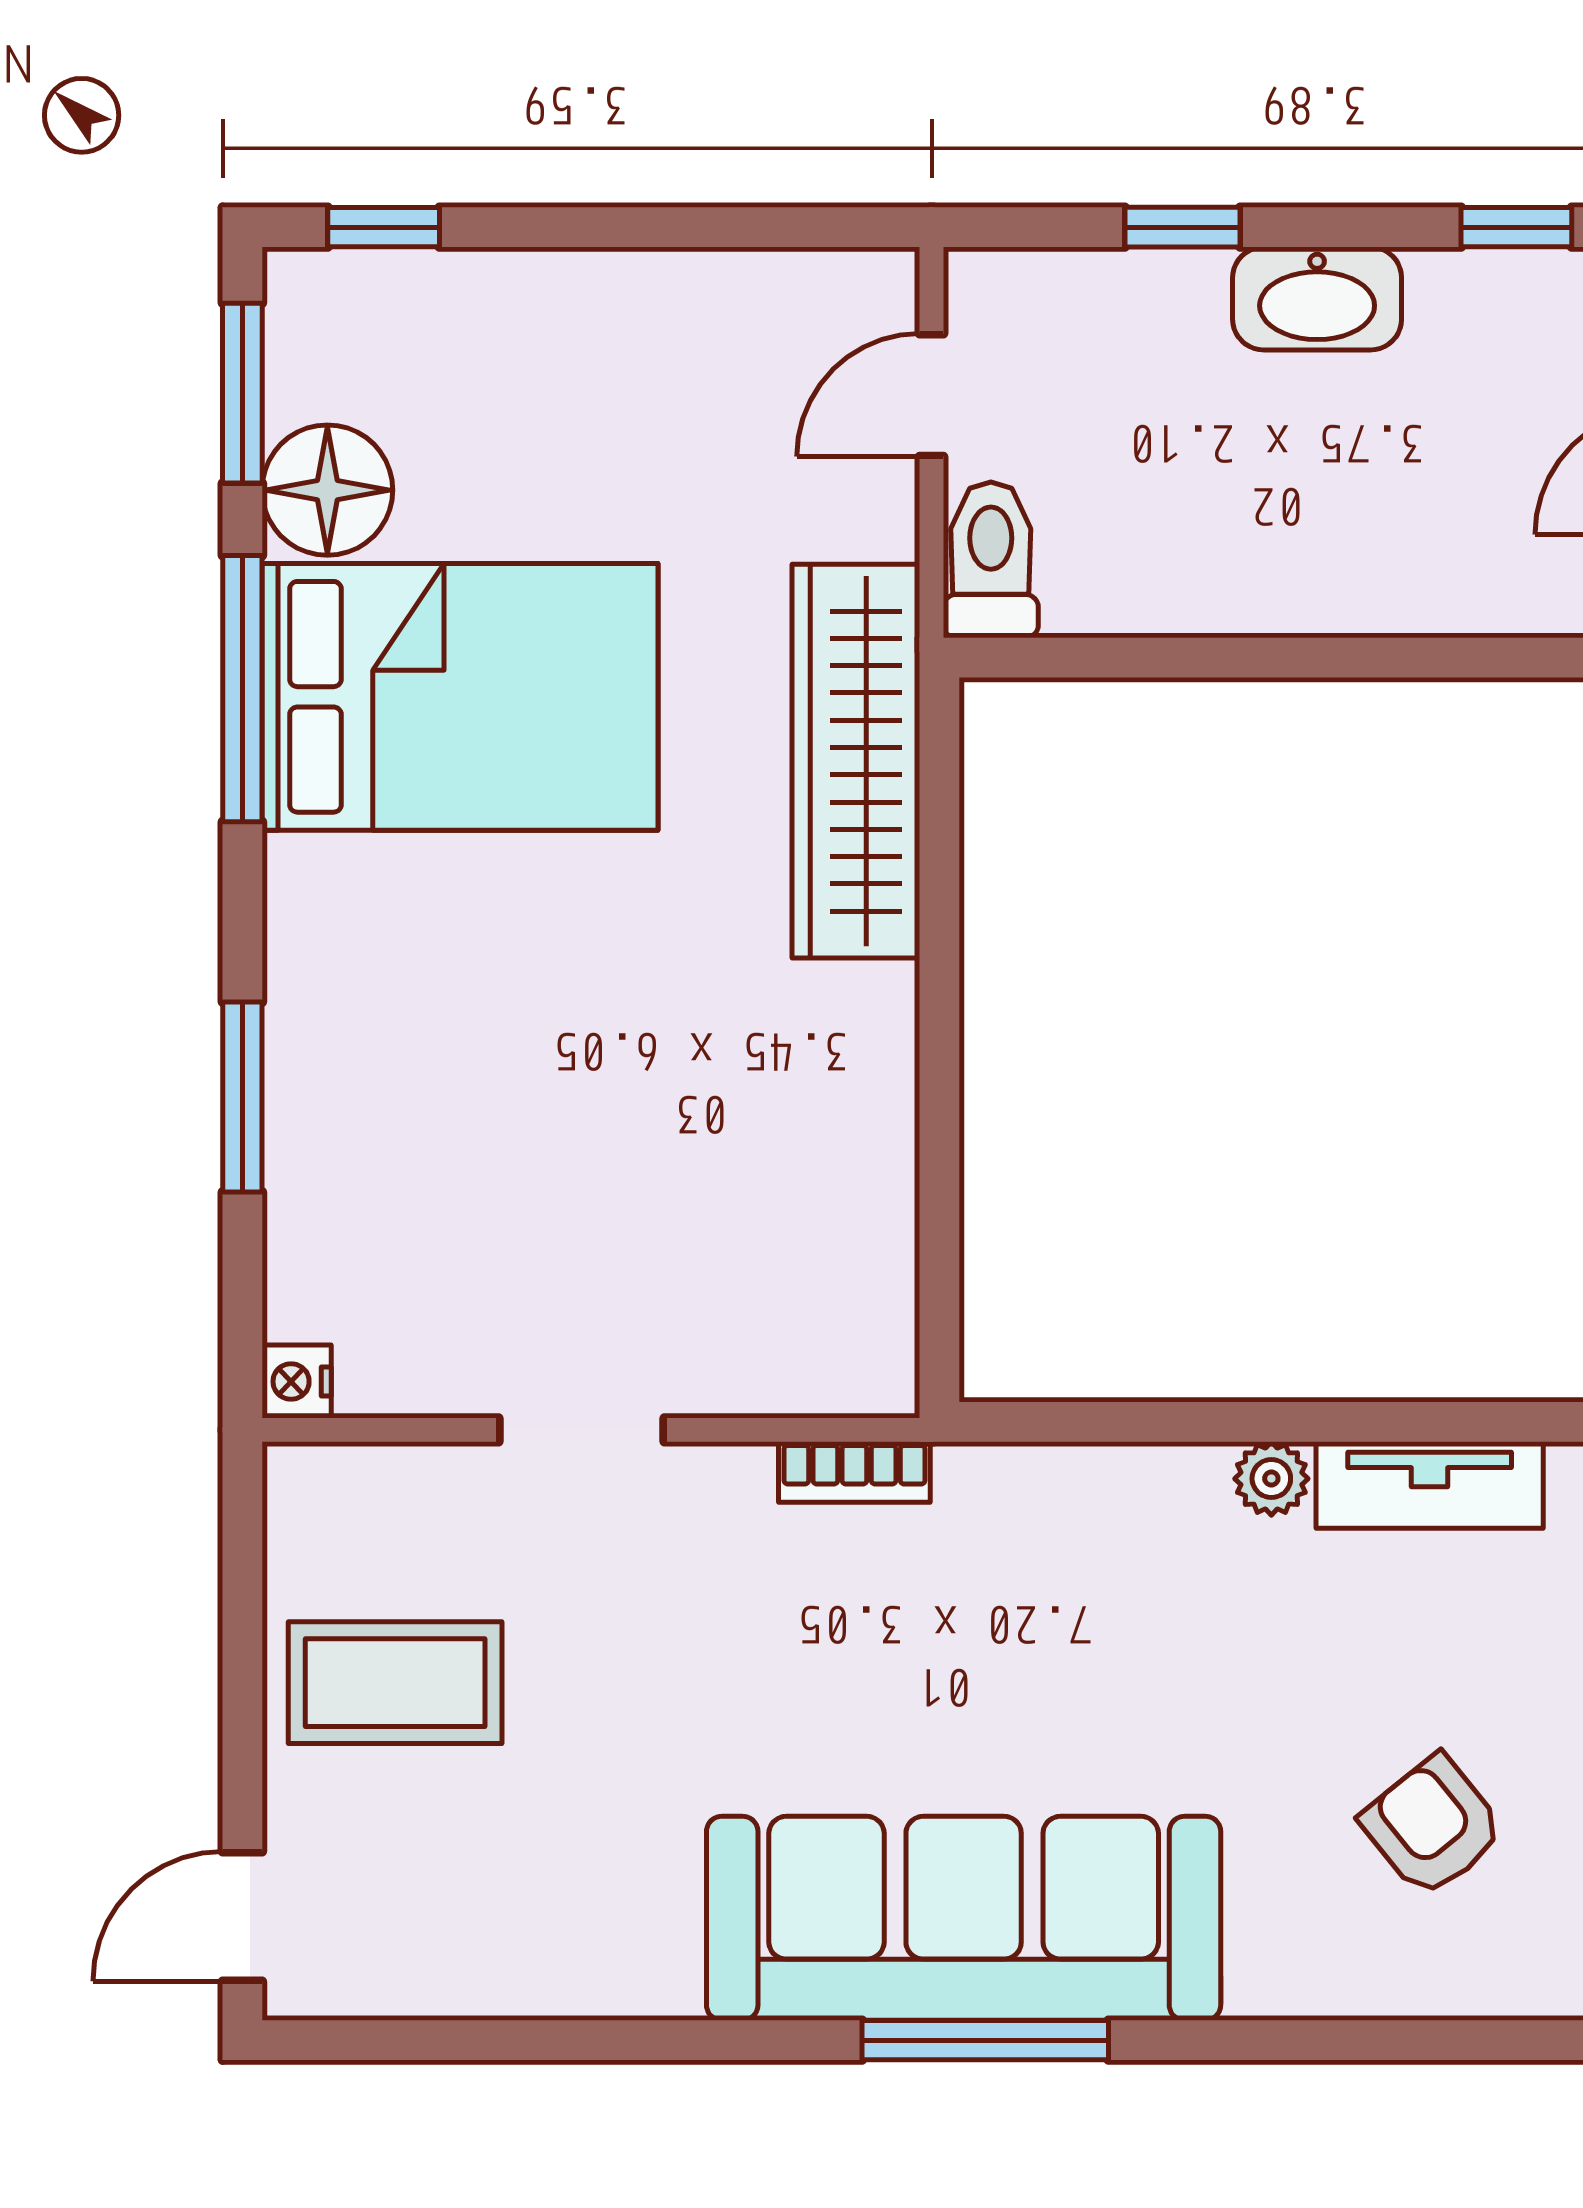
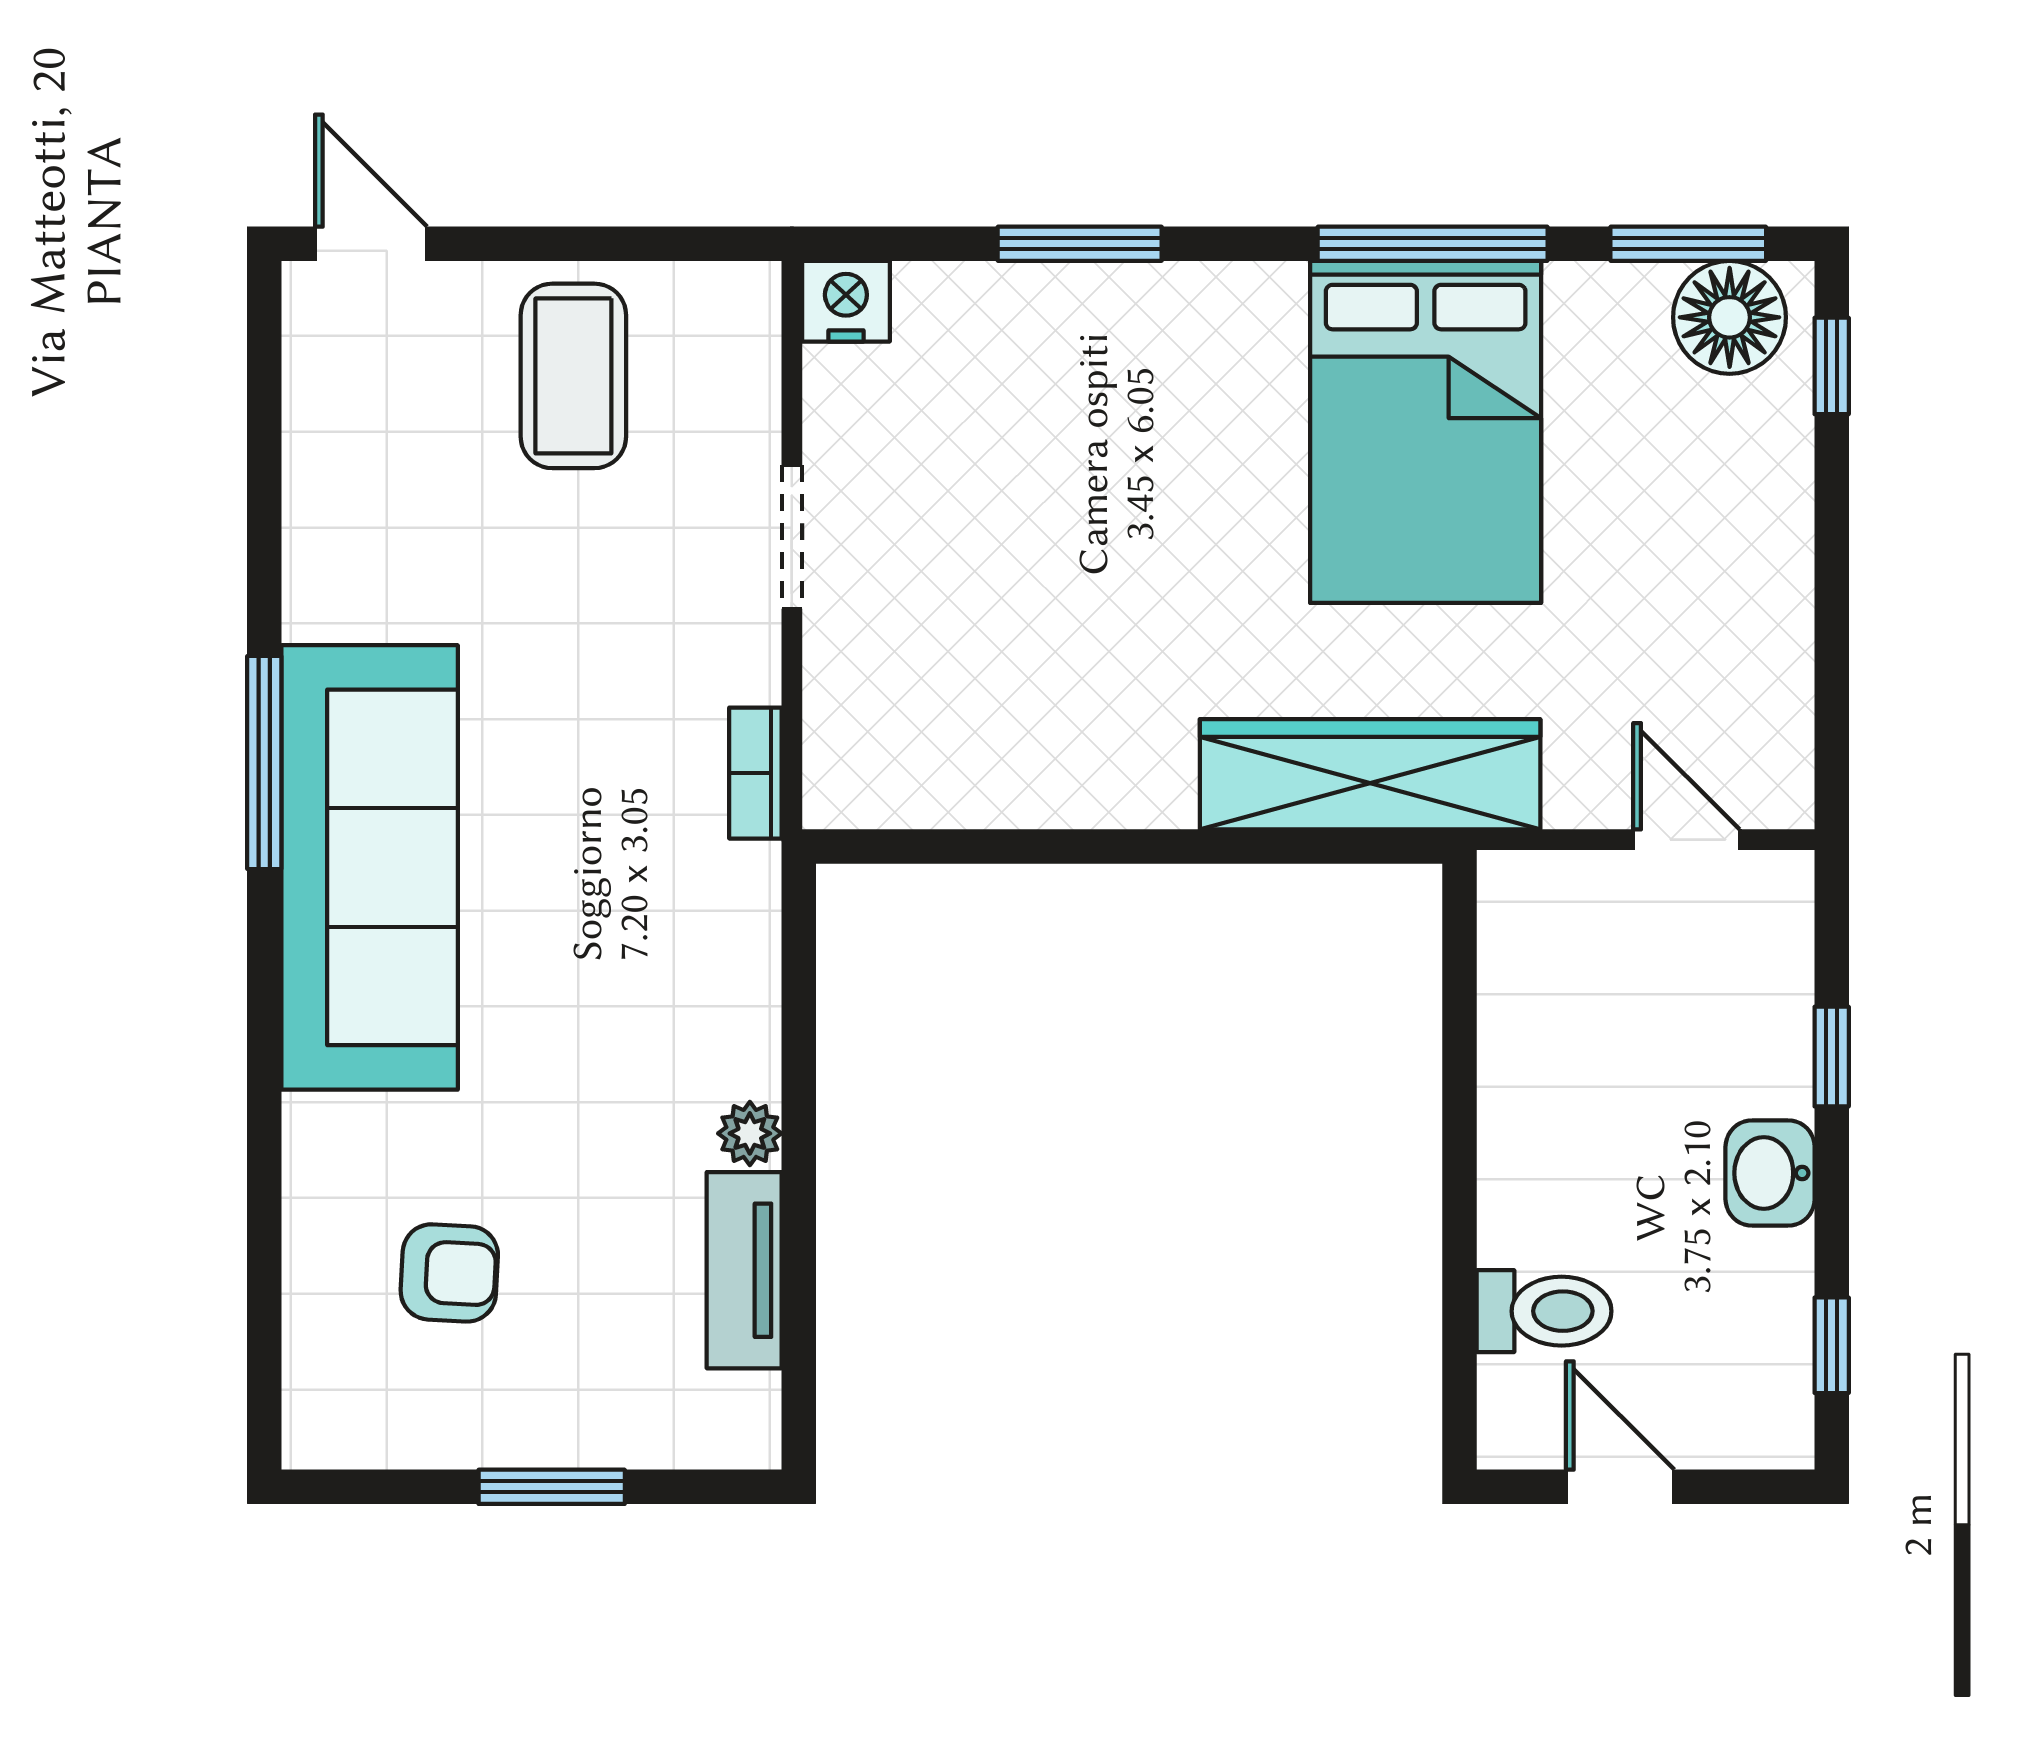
washbasin: (1317, 298) -> (1770, 1173), width x0.72
floor lamp: (327, 490) -> (1730, 317), moved
toilet: (991, 560) -> (1544, 1311), moved
nightstand: (297, 1382) -> (846, 301), width x1.39, depth x1.35
armchair: (1433, 1826) -> (449, 1273), turned 42
window: (985, 2040) -> (264, 762), moved

